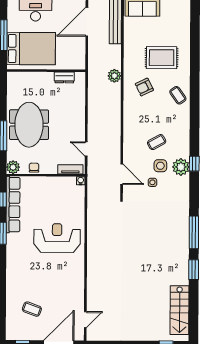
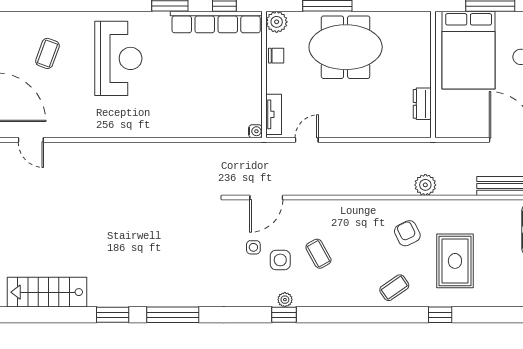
window: (195, 67) -> (440, 315), added
plant: (181, 167) -> (285, 300), width x0.53, depth x0.53
reception desk: (57, 238) -> (118, 58), moved

